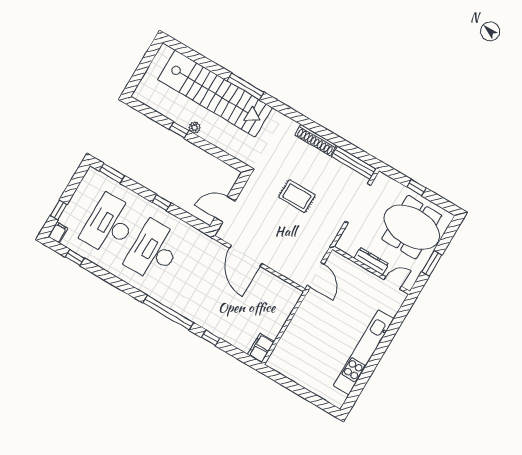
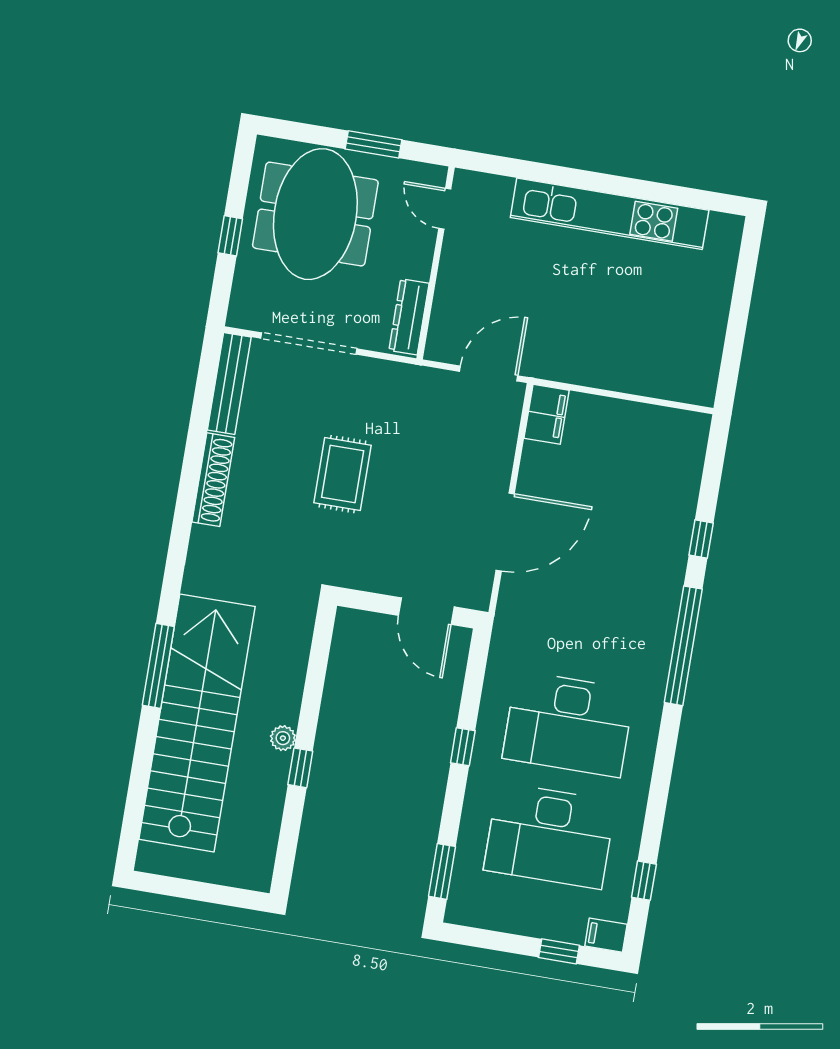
dresser: (371, 261) -> (409, 317), moved
filing cabinet: (261, 348) -> (547, 414), moved, turned -90

